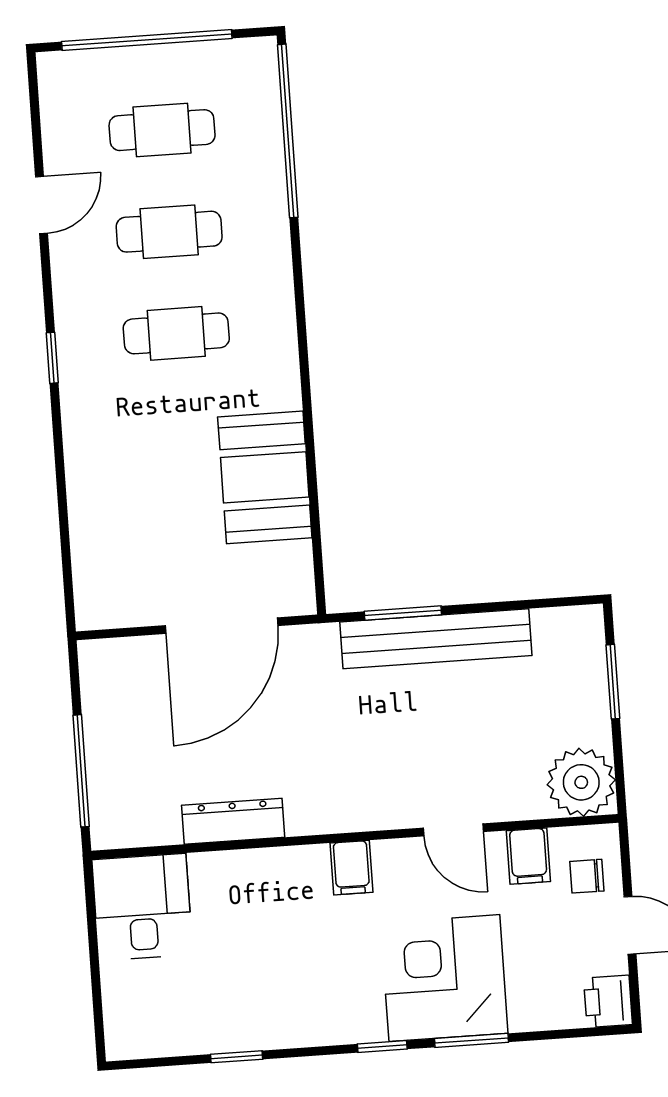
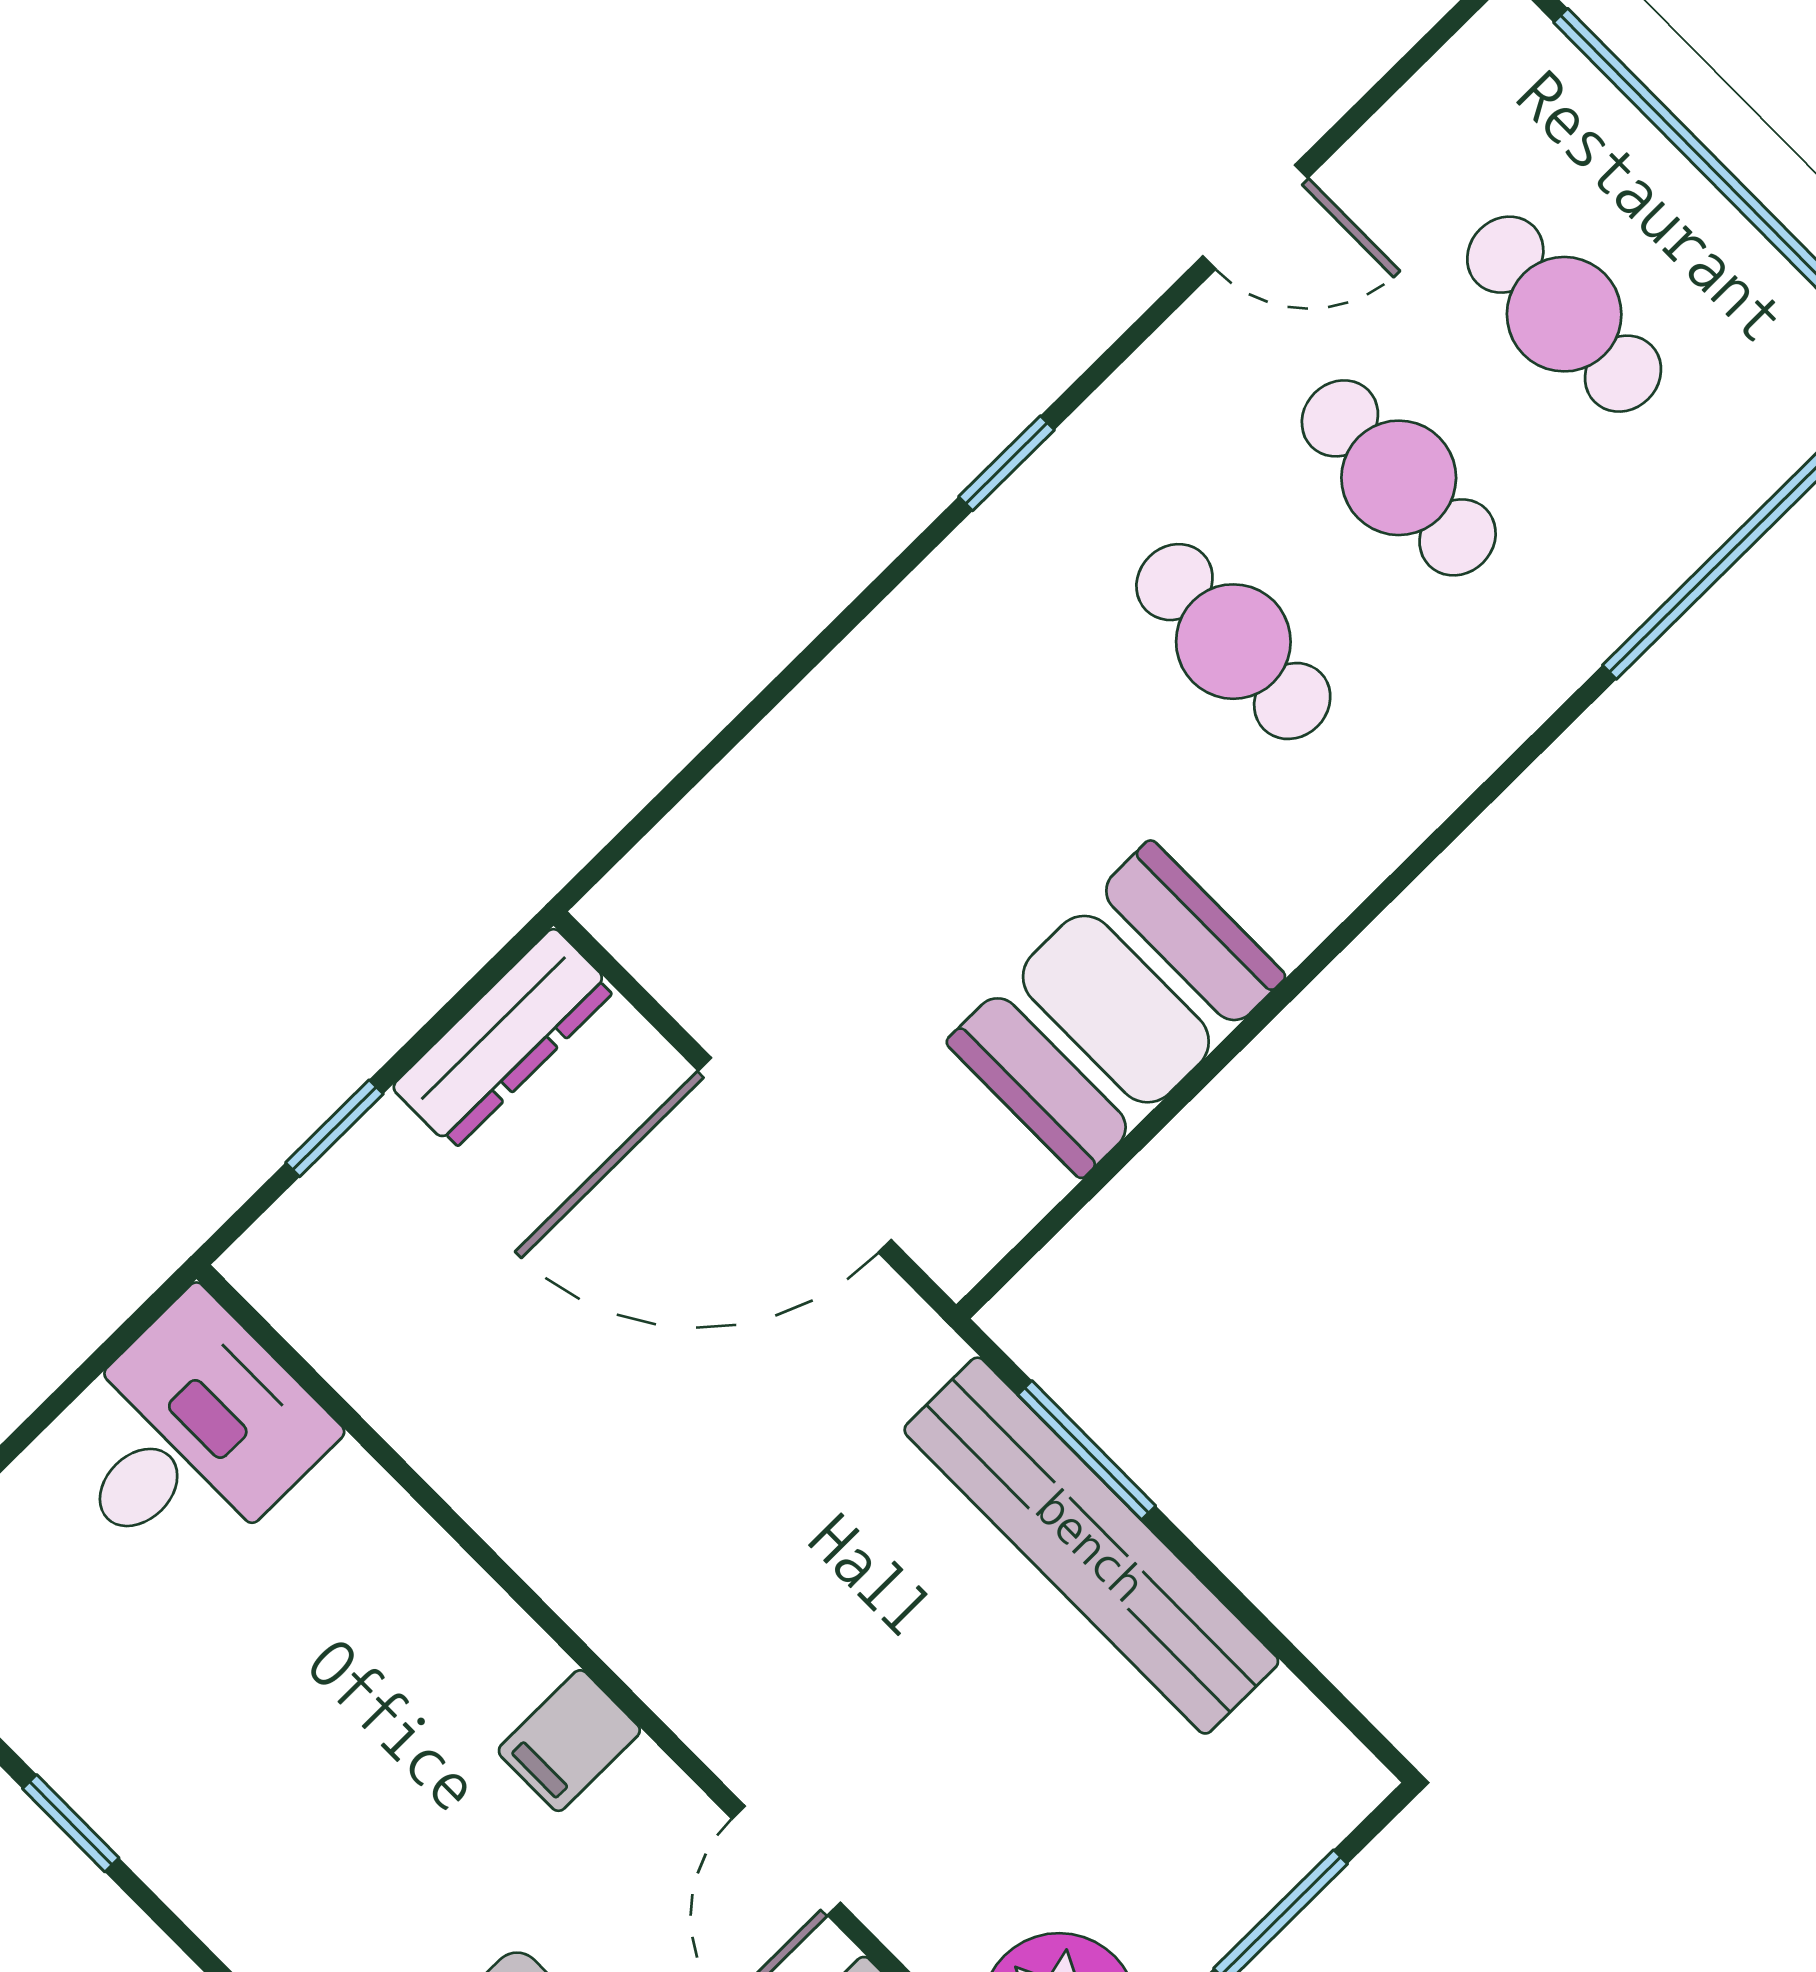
window: (81, 771) -> (334, 1128), width x0.46
dresser: (233, 821) -> (503, 1038), moved, turned 90

